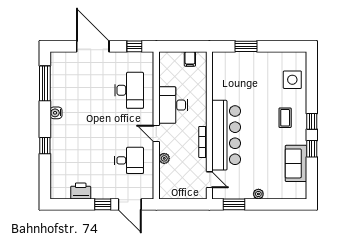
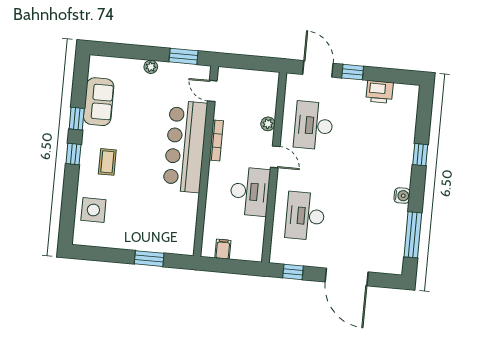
desk: (129, 160) -> (314, 126), width x1.37

